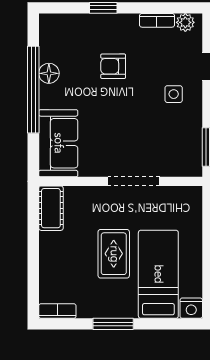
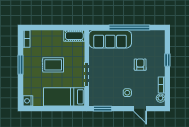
floor lamp: (49, 73) -> (137, 35), removed
sofa: (58, 143) -> (110, 39), width x1.36
bed: (158, 274) -> (64, 97), moved, turned 180

